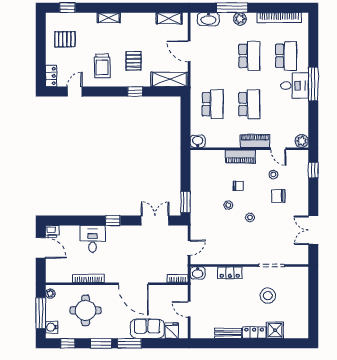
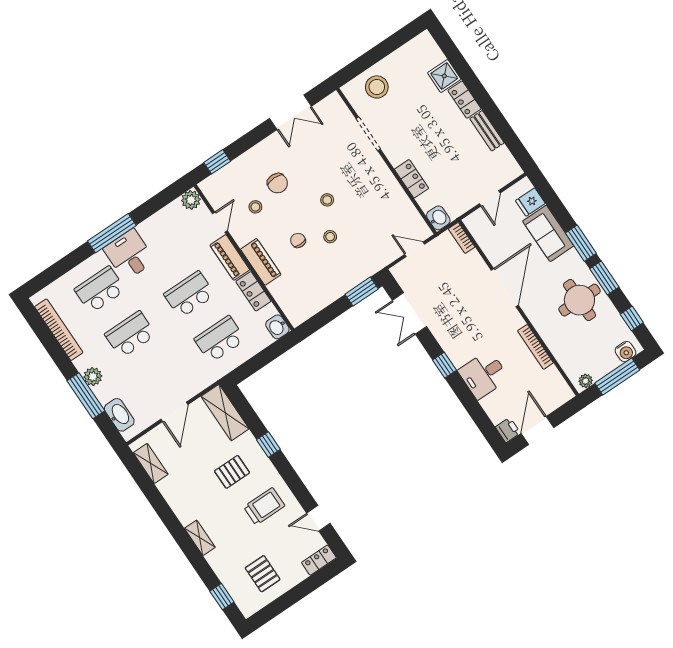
locker: (227, 141) -> (253, 291), added
stool: (268, 296) -> (377, 87), moved
round table: (86, 310) -> (579, 300), moved

